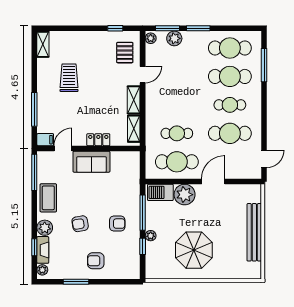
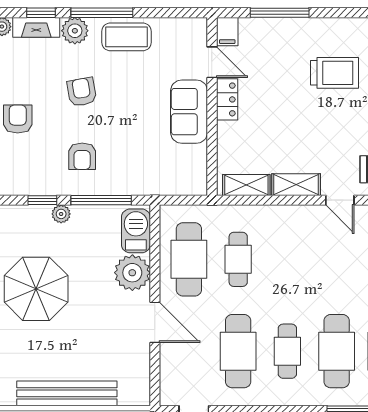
locker: (98, 140) -> (227, 99), moved
window: (34, 172) -> (102, 13), moved

